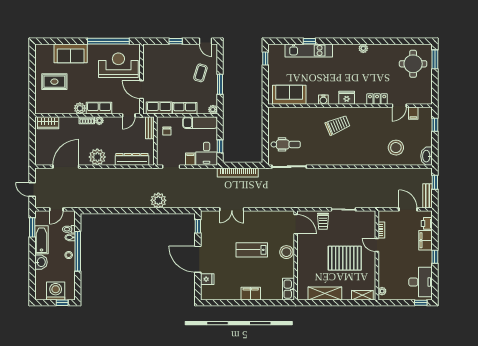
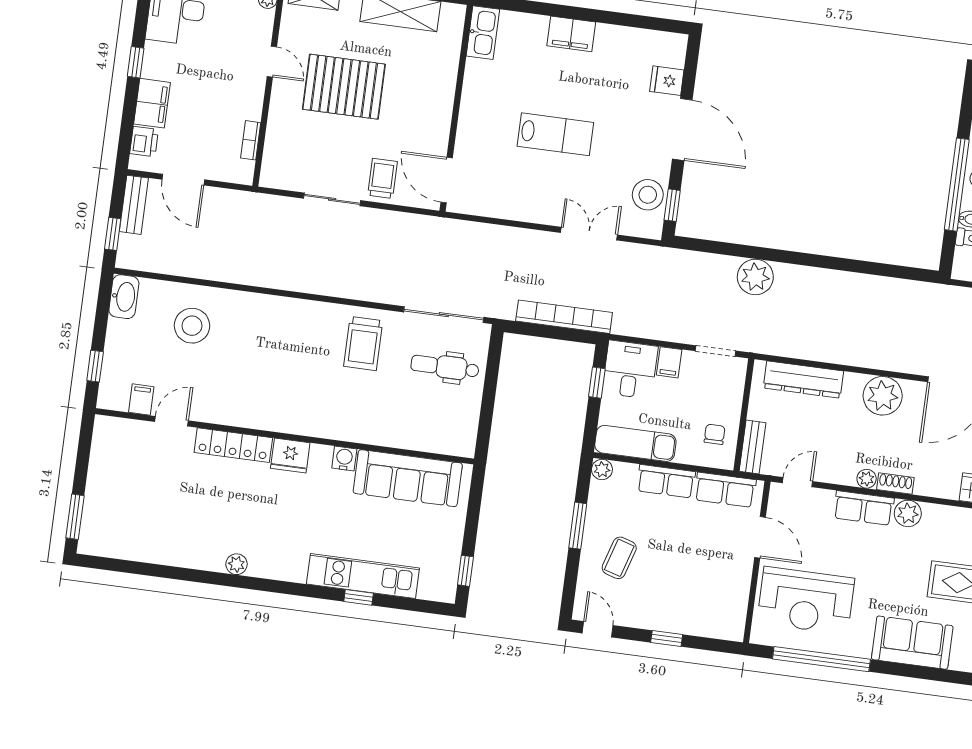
round table: (413, 64) -> (127, 513), removed
sofa: (289, 95) -> (408, 478), width x1.36
locker: (377, 99) -> (233, 445), width x1.53
trolley: (338, 125) -> (363, 343), moved, turned -67
door: (377, 245) -> (272, 62), moved
stool: (286, 252) -> (648, 195), moved

